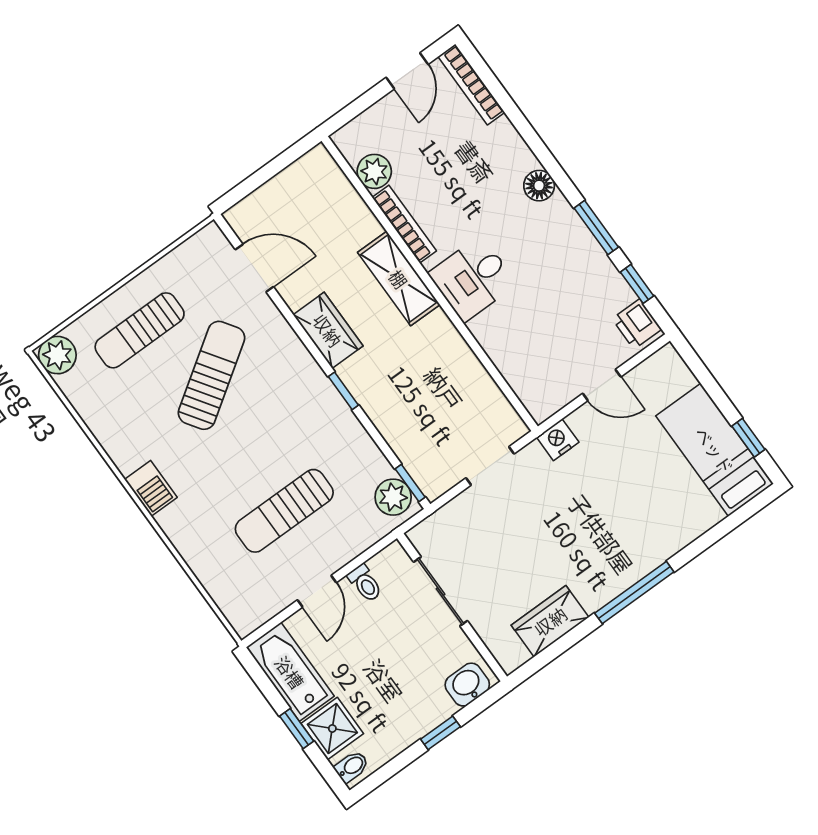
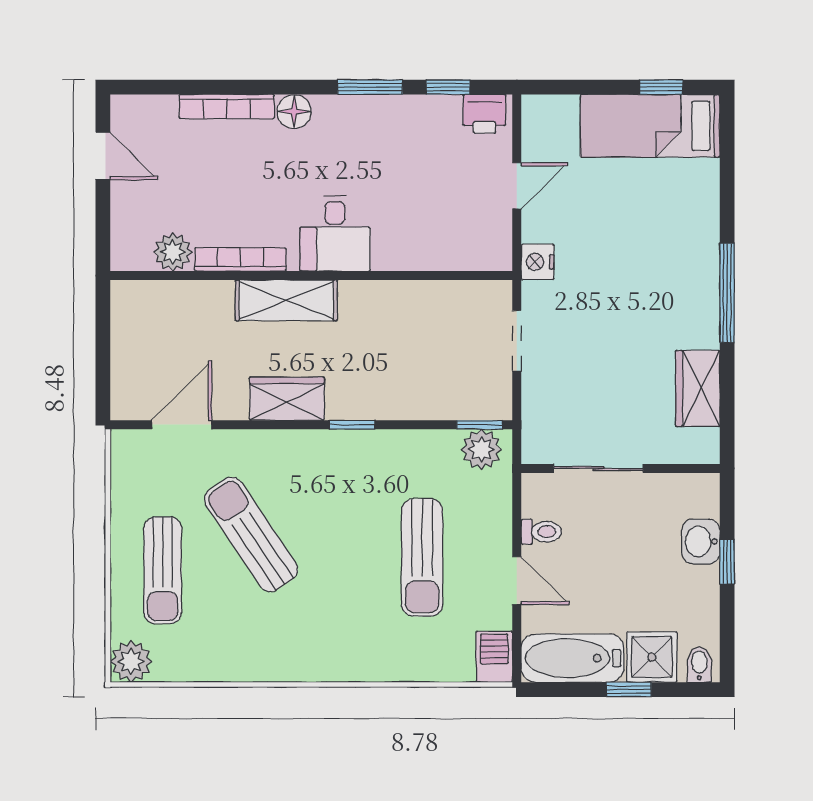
bookcase: (471, 85) -> (227, 107), moved
barbecue: (151, 488) -> (494, 657), moved, turned -90
washbasin: (467, 685) -> (701, 542), moved

